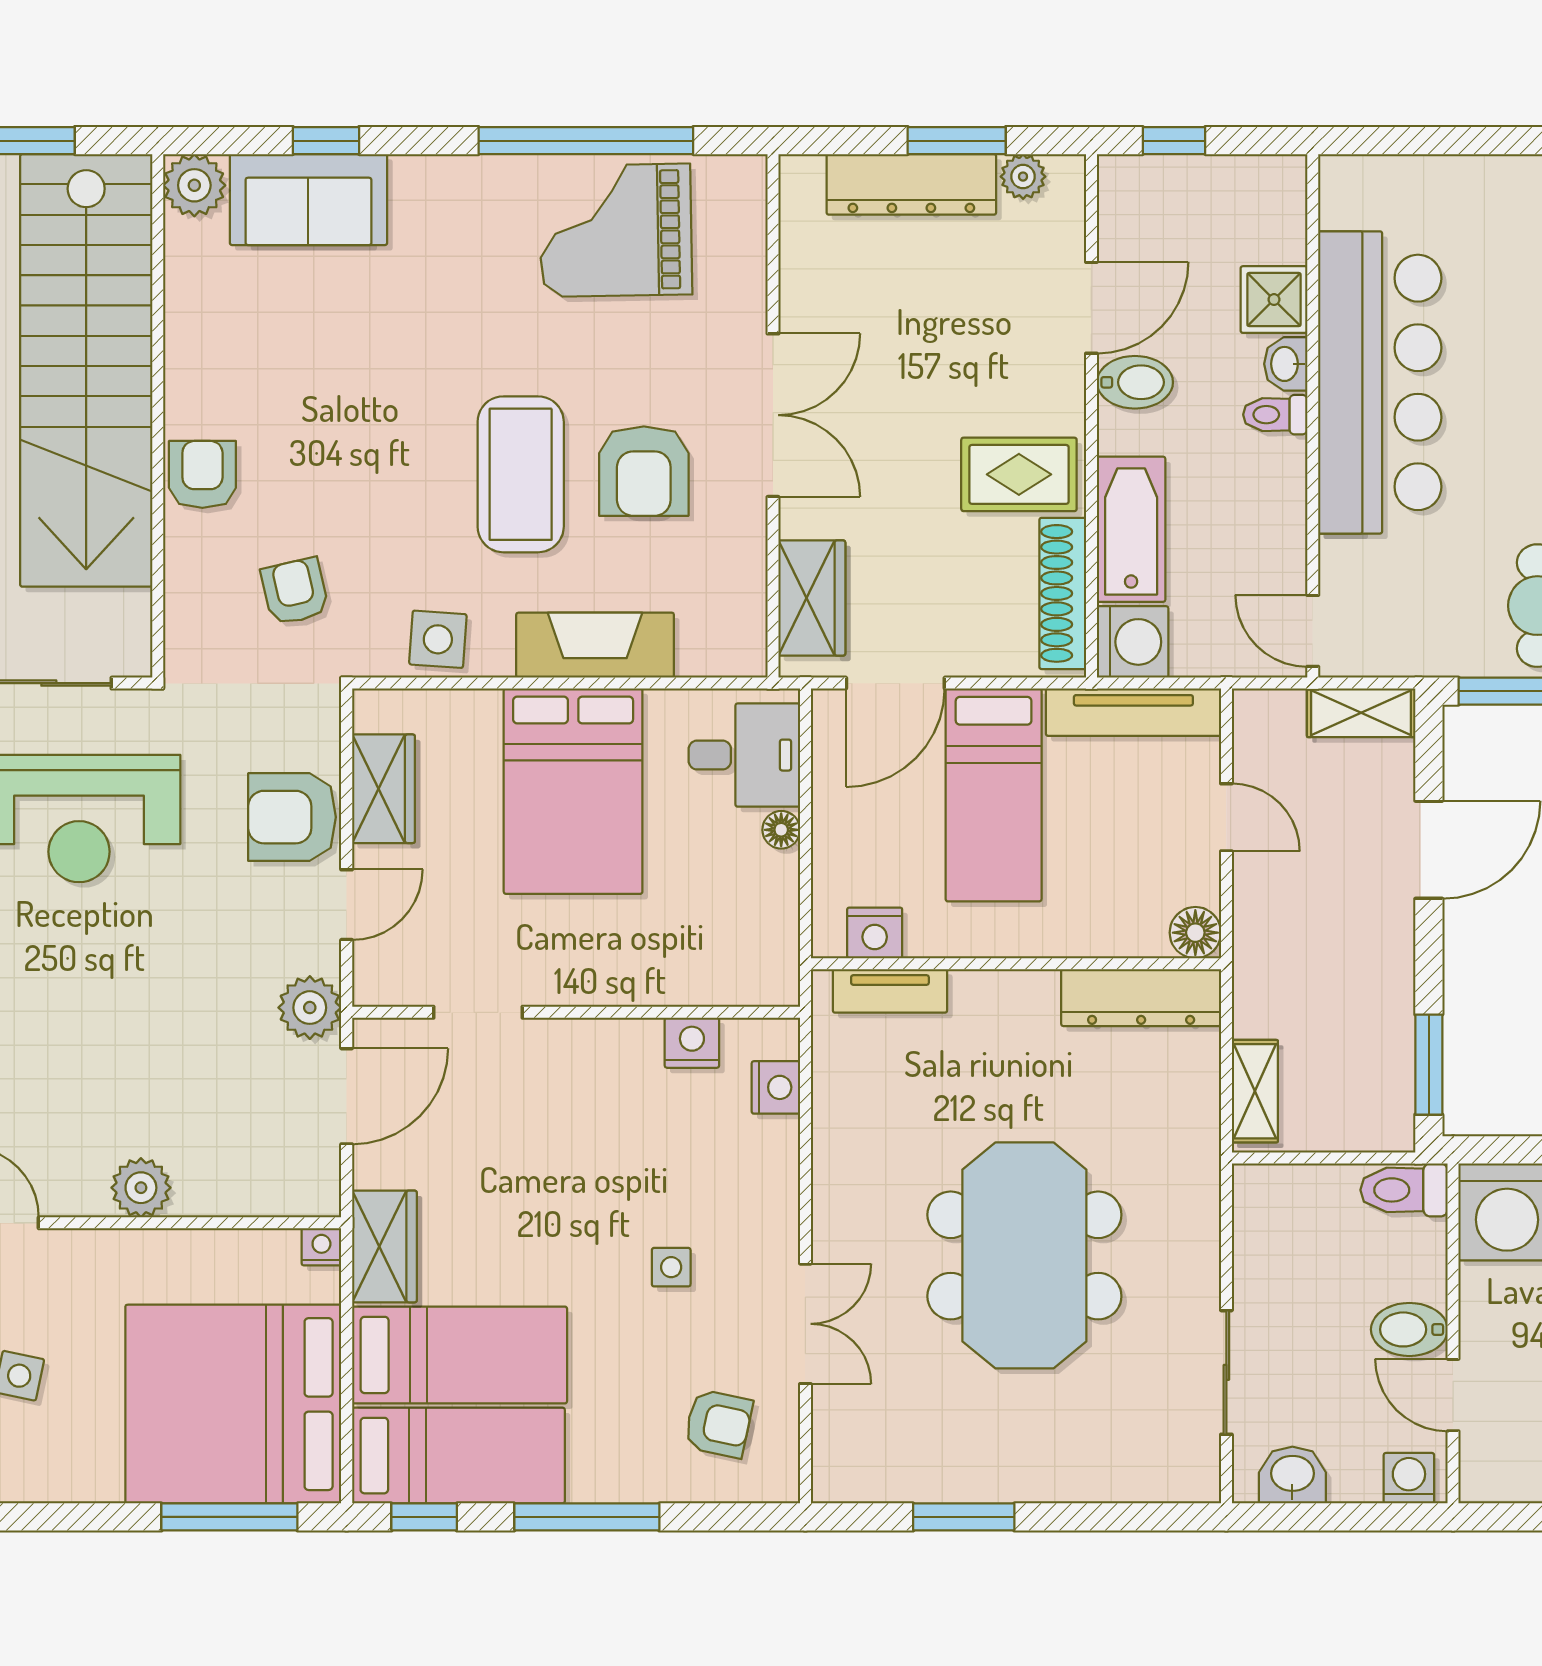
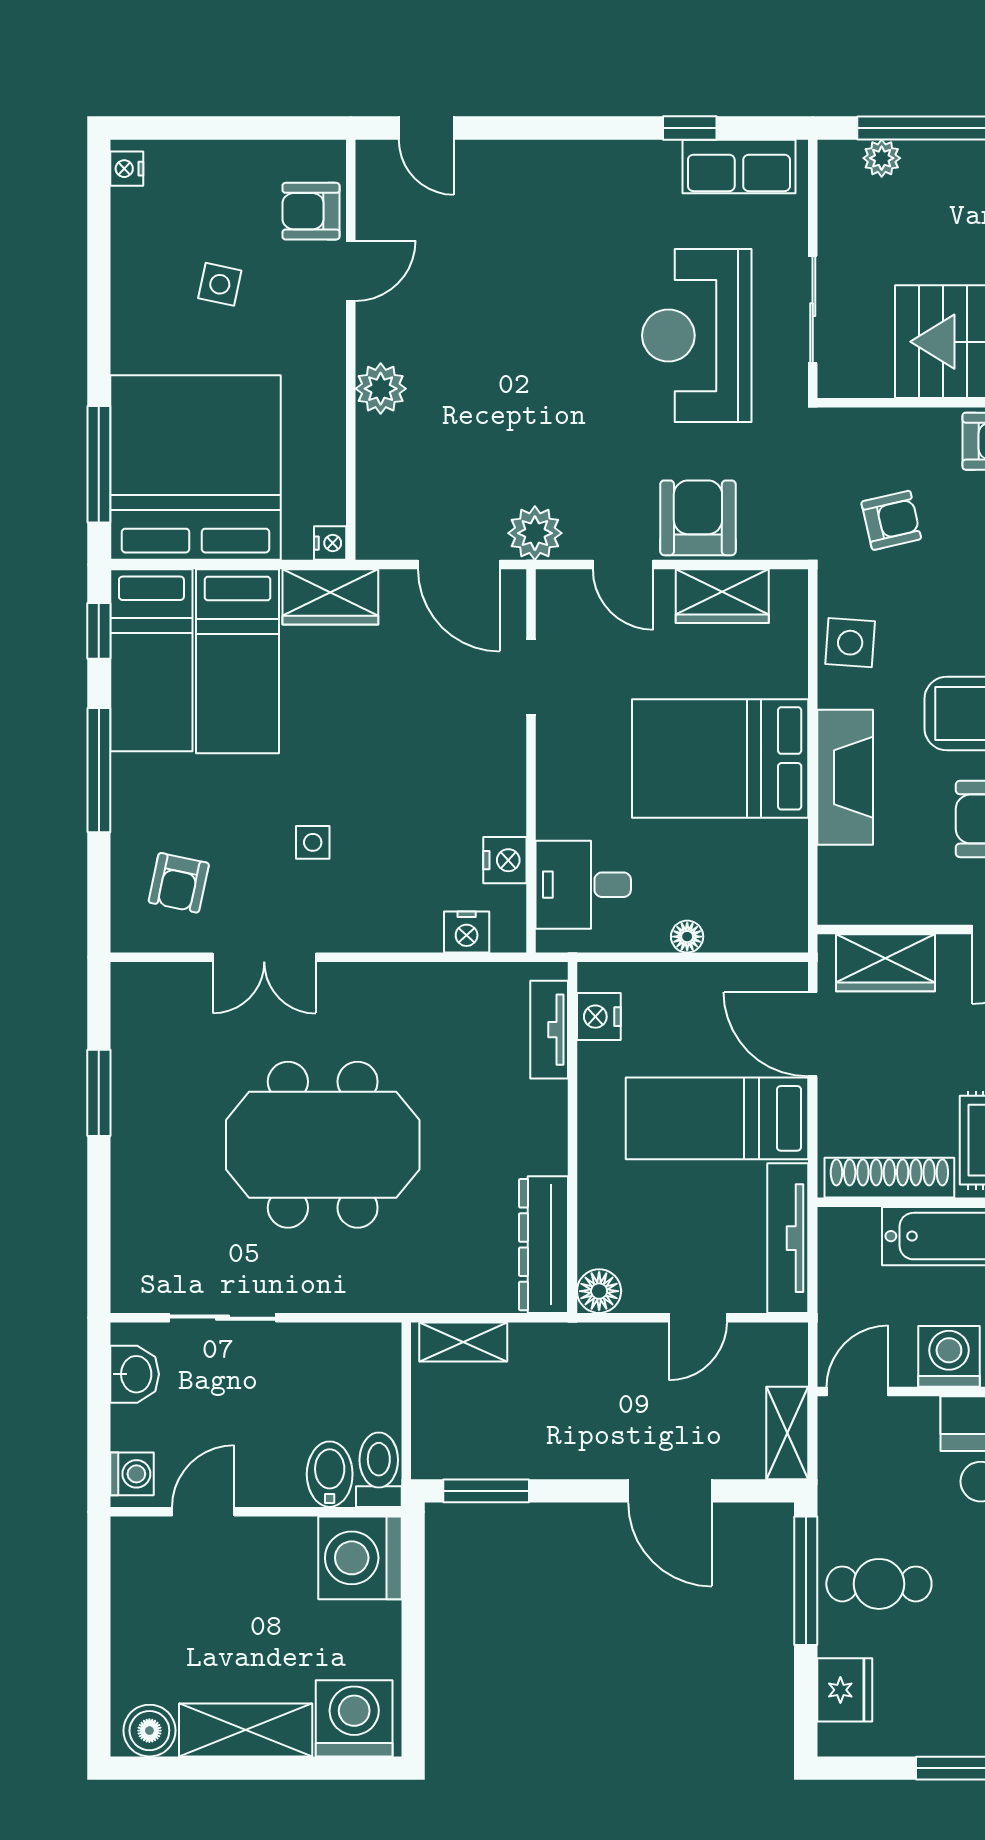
washing machine: (1133, 642) -> (949, 1356), moved, turned 180
desk: (744, 755) -> (583, 885), moved, turned 90
bidet: (1409, 1329) -> (330, 1474), moved

